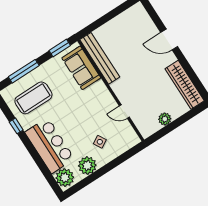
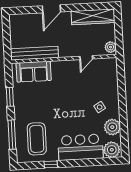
bench: (100, 58) -> (34, 53), moved
sofa: (81, 68) -> (34, 72), moved
wall: (111, 90) -> (64, 59), moved
door: (124, 112) -> (86, 58), moved

